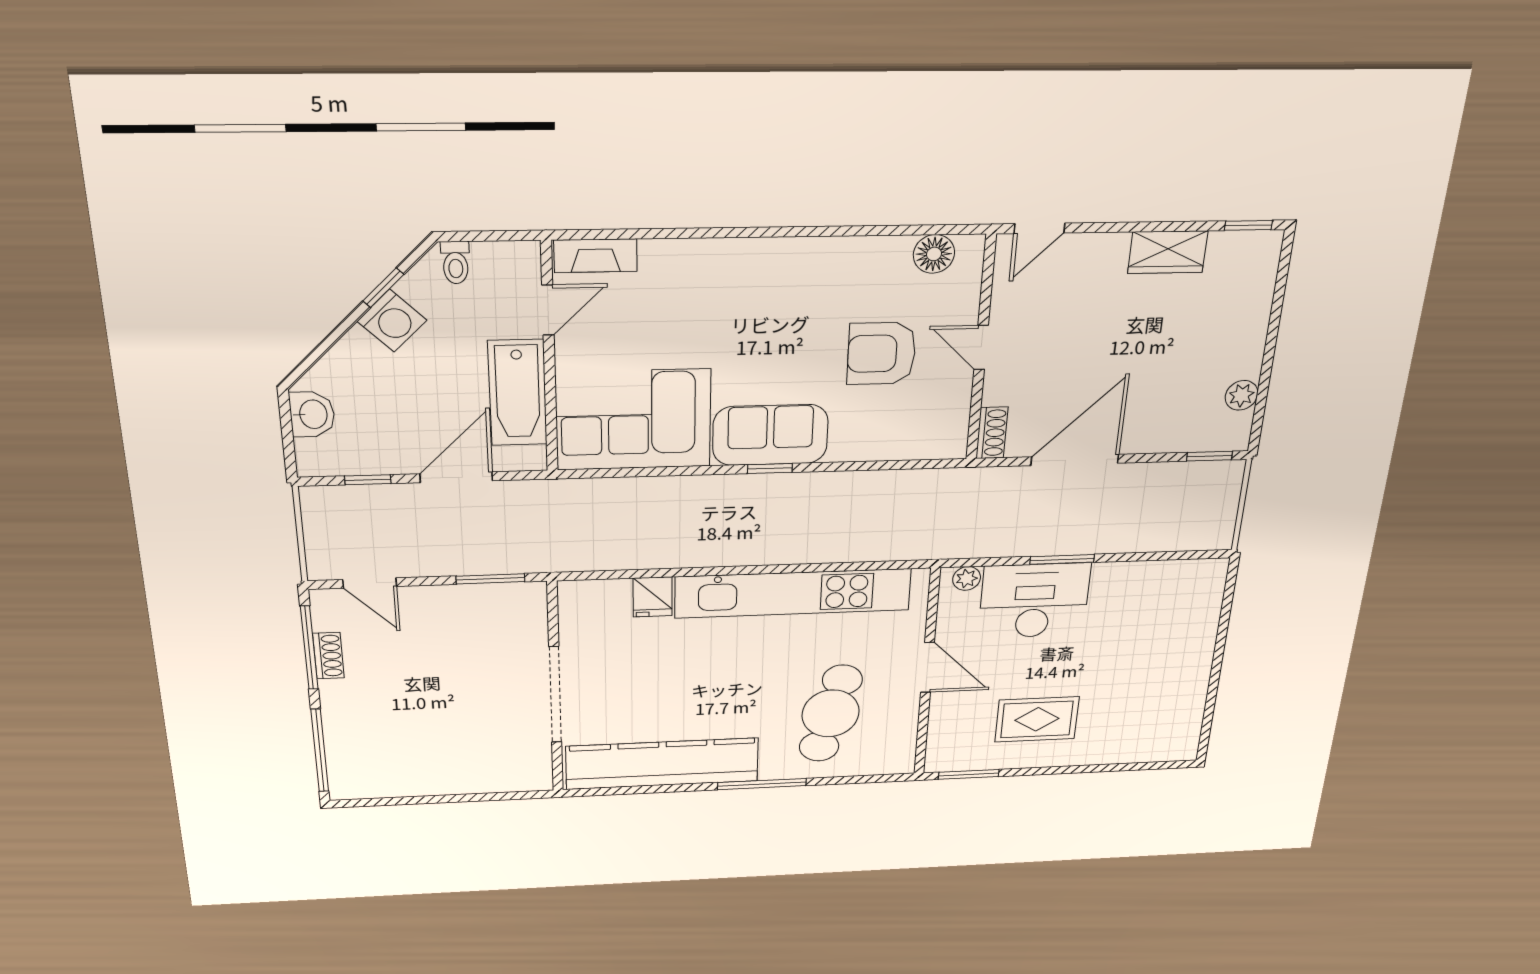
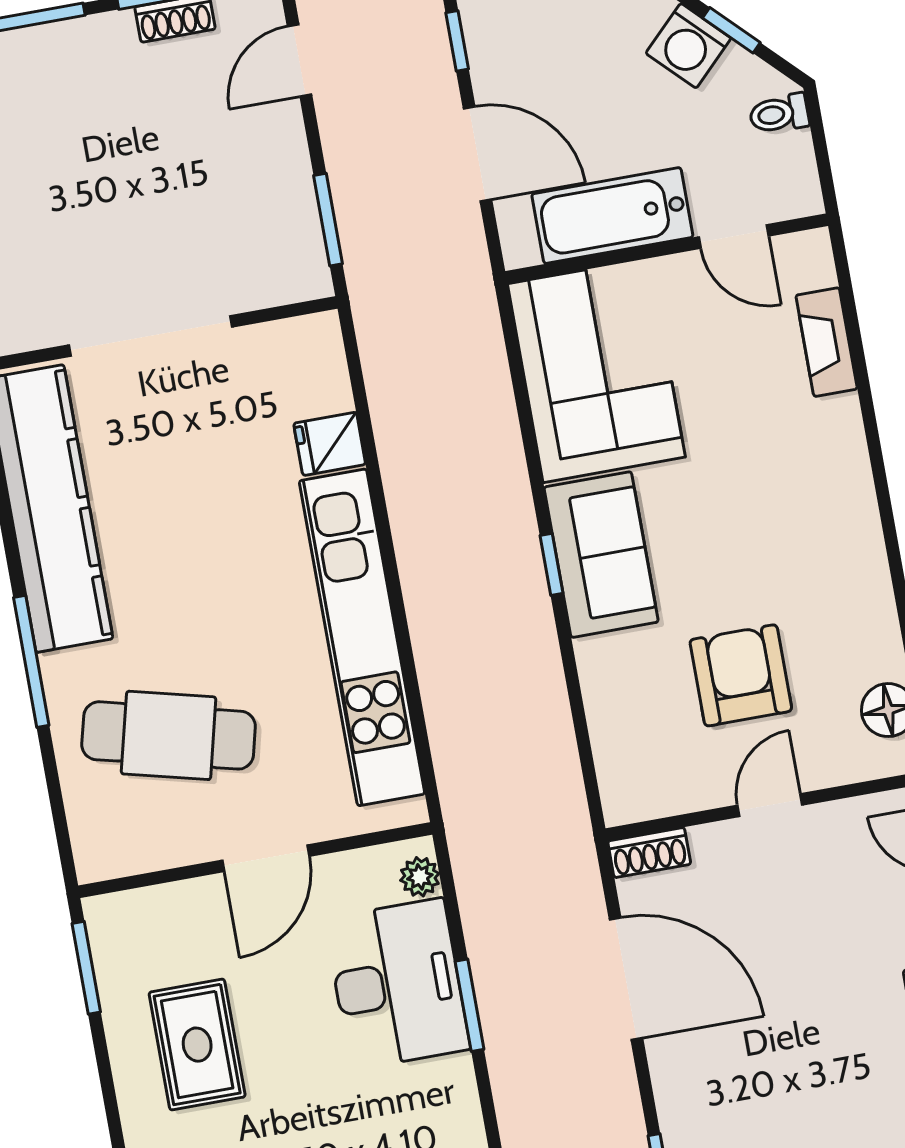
fireplace: (596, 256) -> (827, 342), moved

